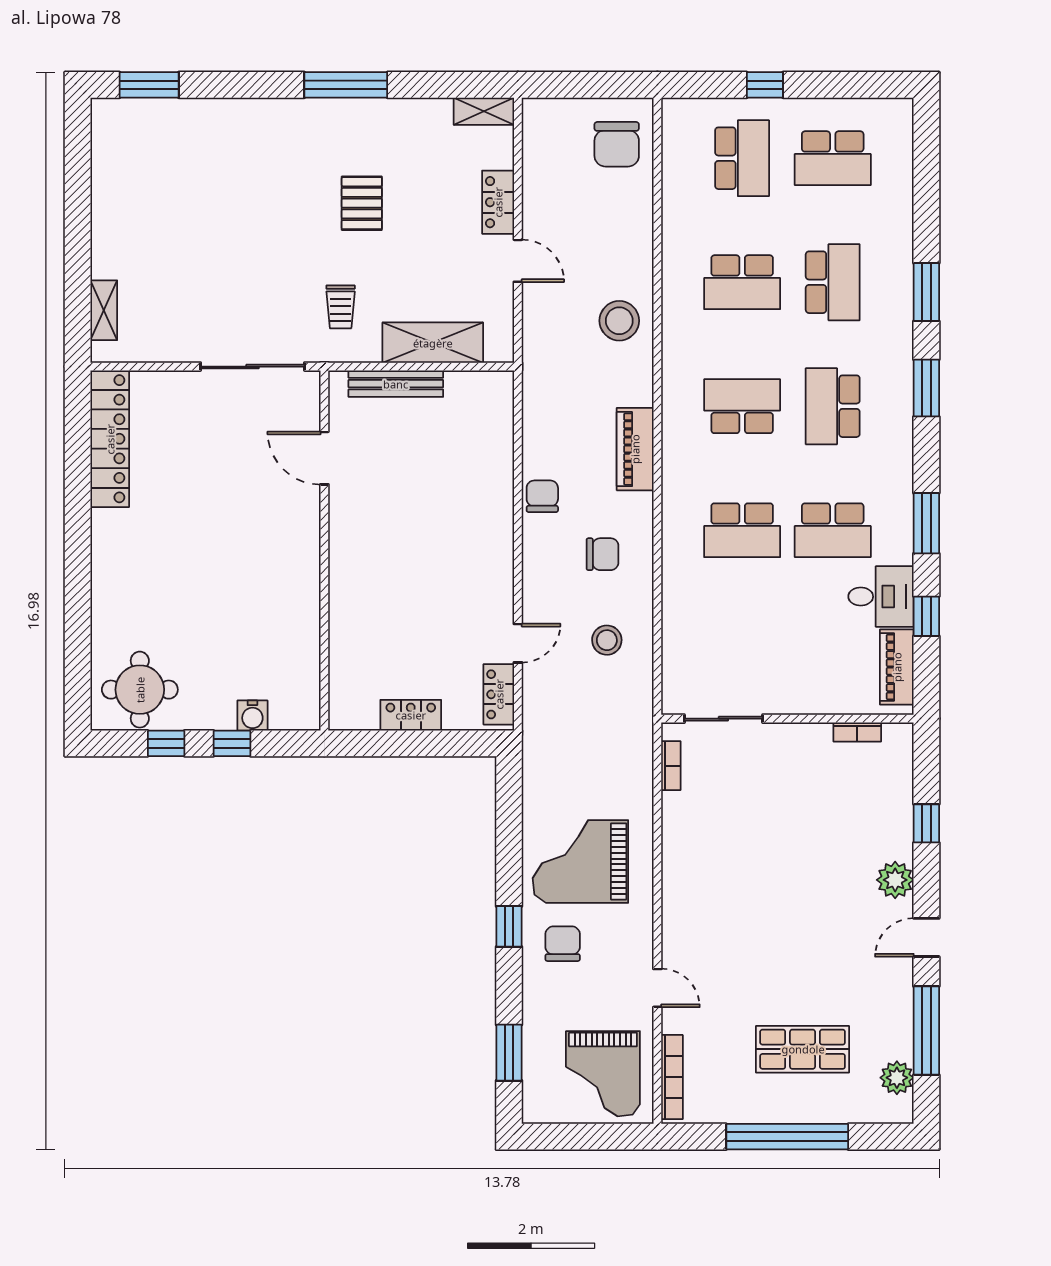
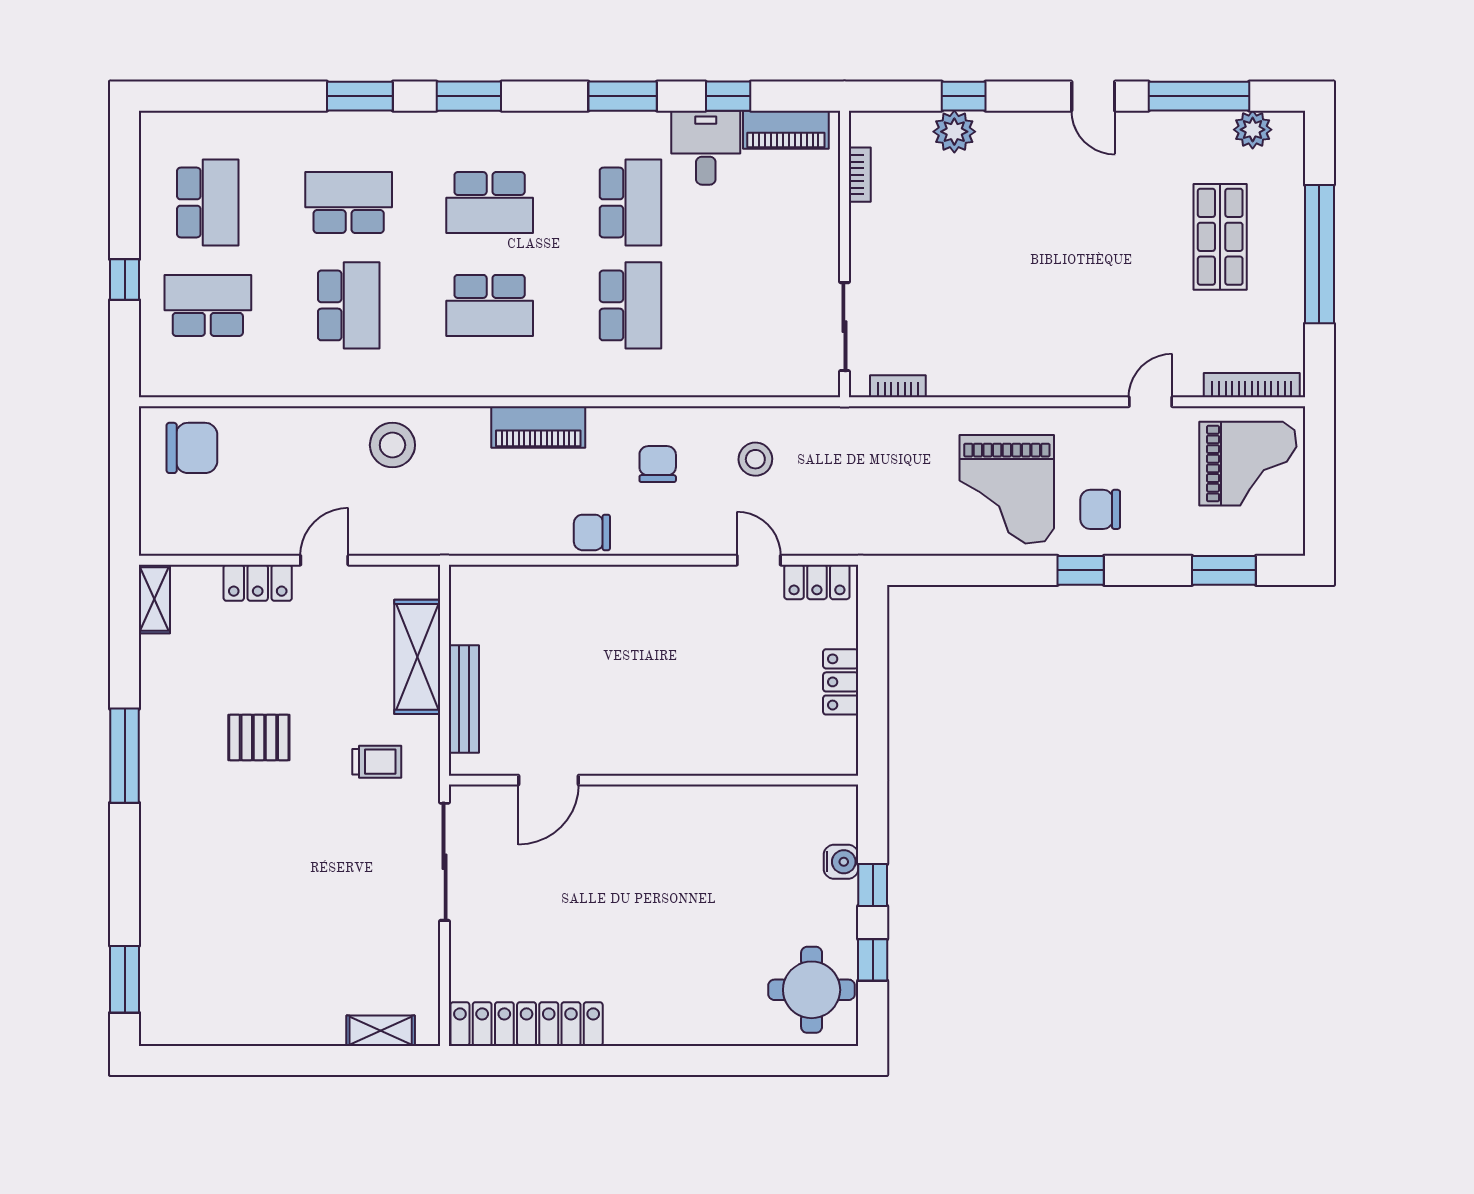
school desk: (742, 406) -> (490, 305), turned -90
plant: (895, 880) -> (954, 132), moved

